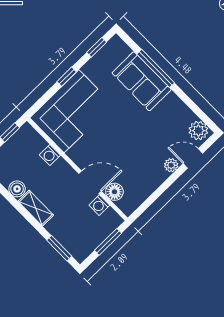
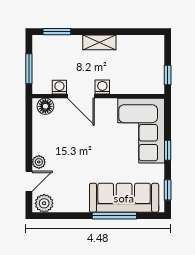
sofa: (142, 81) -> (124, 198), width x1.36
washing machine: (50, 155) -> (102, 87), moved
door: (90, 182) -> (81, 96), hinge flipped
boiler: (17, 189) -> (125, 43), removed
floor lamp: (114, 192) -> (45, 106), moved

